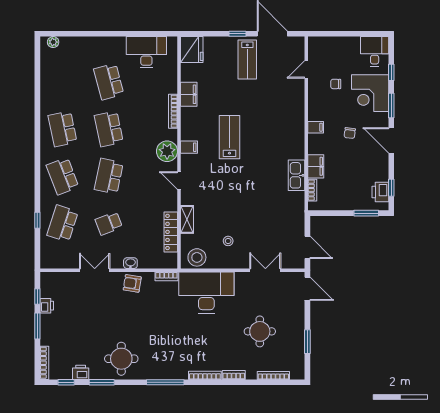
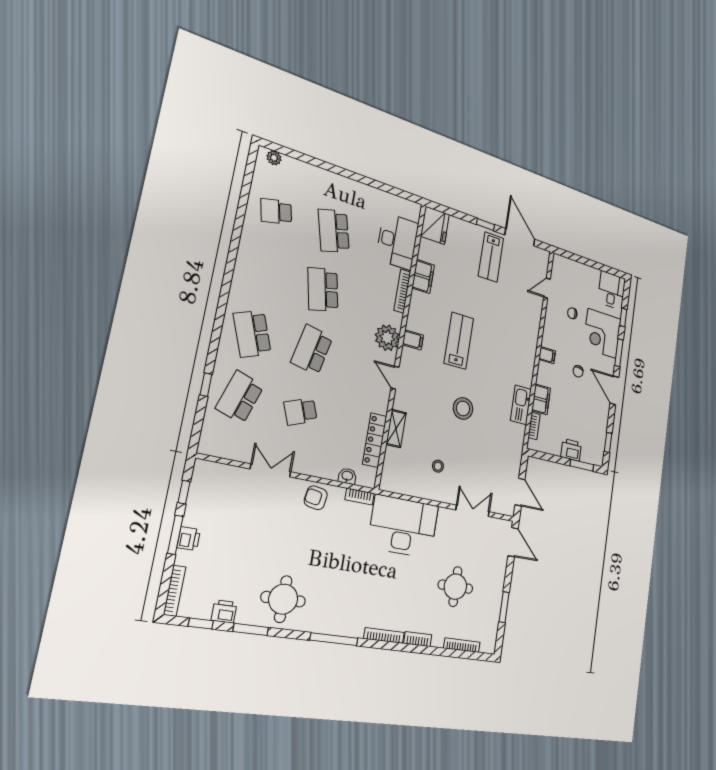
desk: (146, 52) -> (397, 241), moved, turned 90
school desk: (63, 129) -> (276, 212), moved, width x0.54
printer: (380, 192) -> (571, 450), moved, turned 90
stool: (197, 257) -> (463, 408), moved
washbasin: (130, 263) -> (347, 476), moved
printer: (47, 306) -> (189, 539), moved

